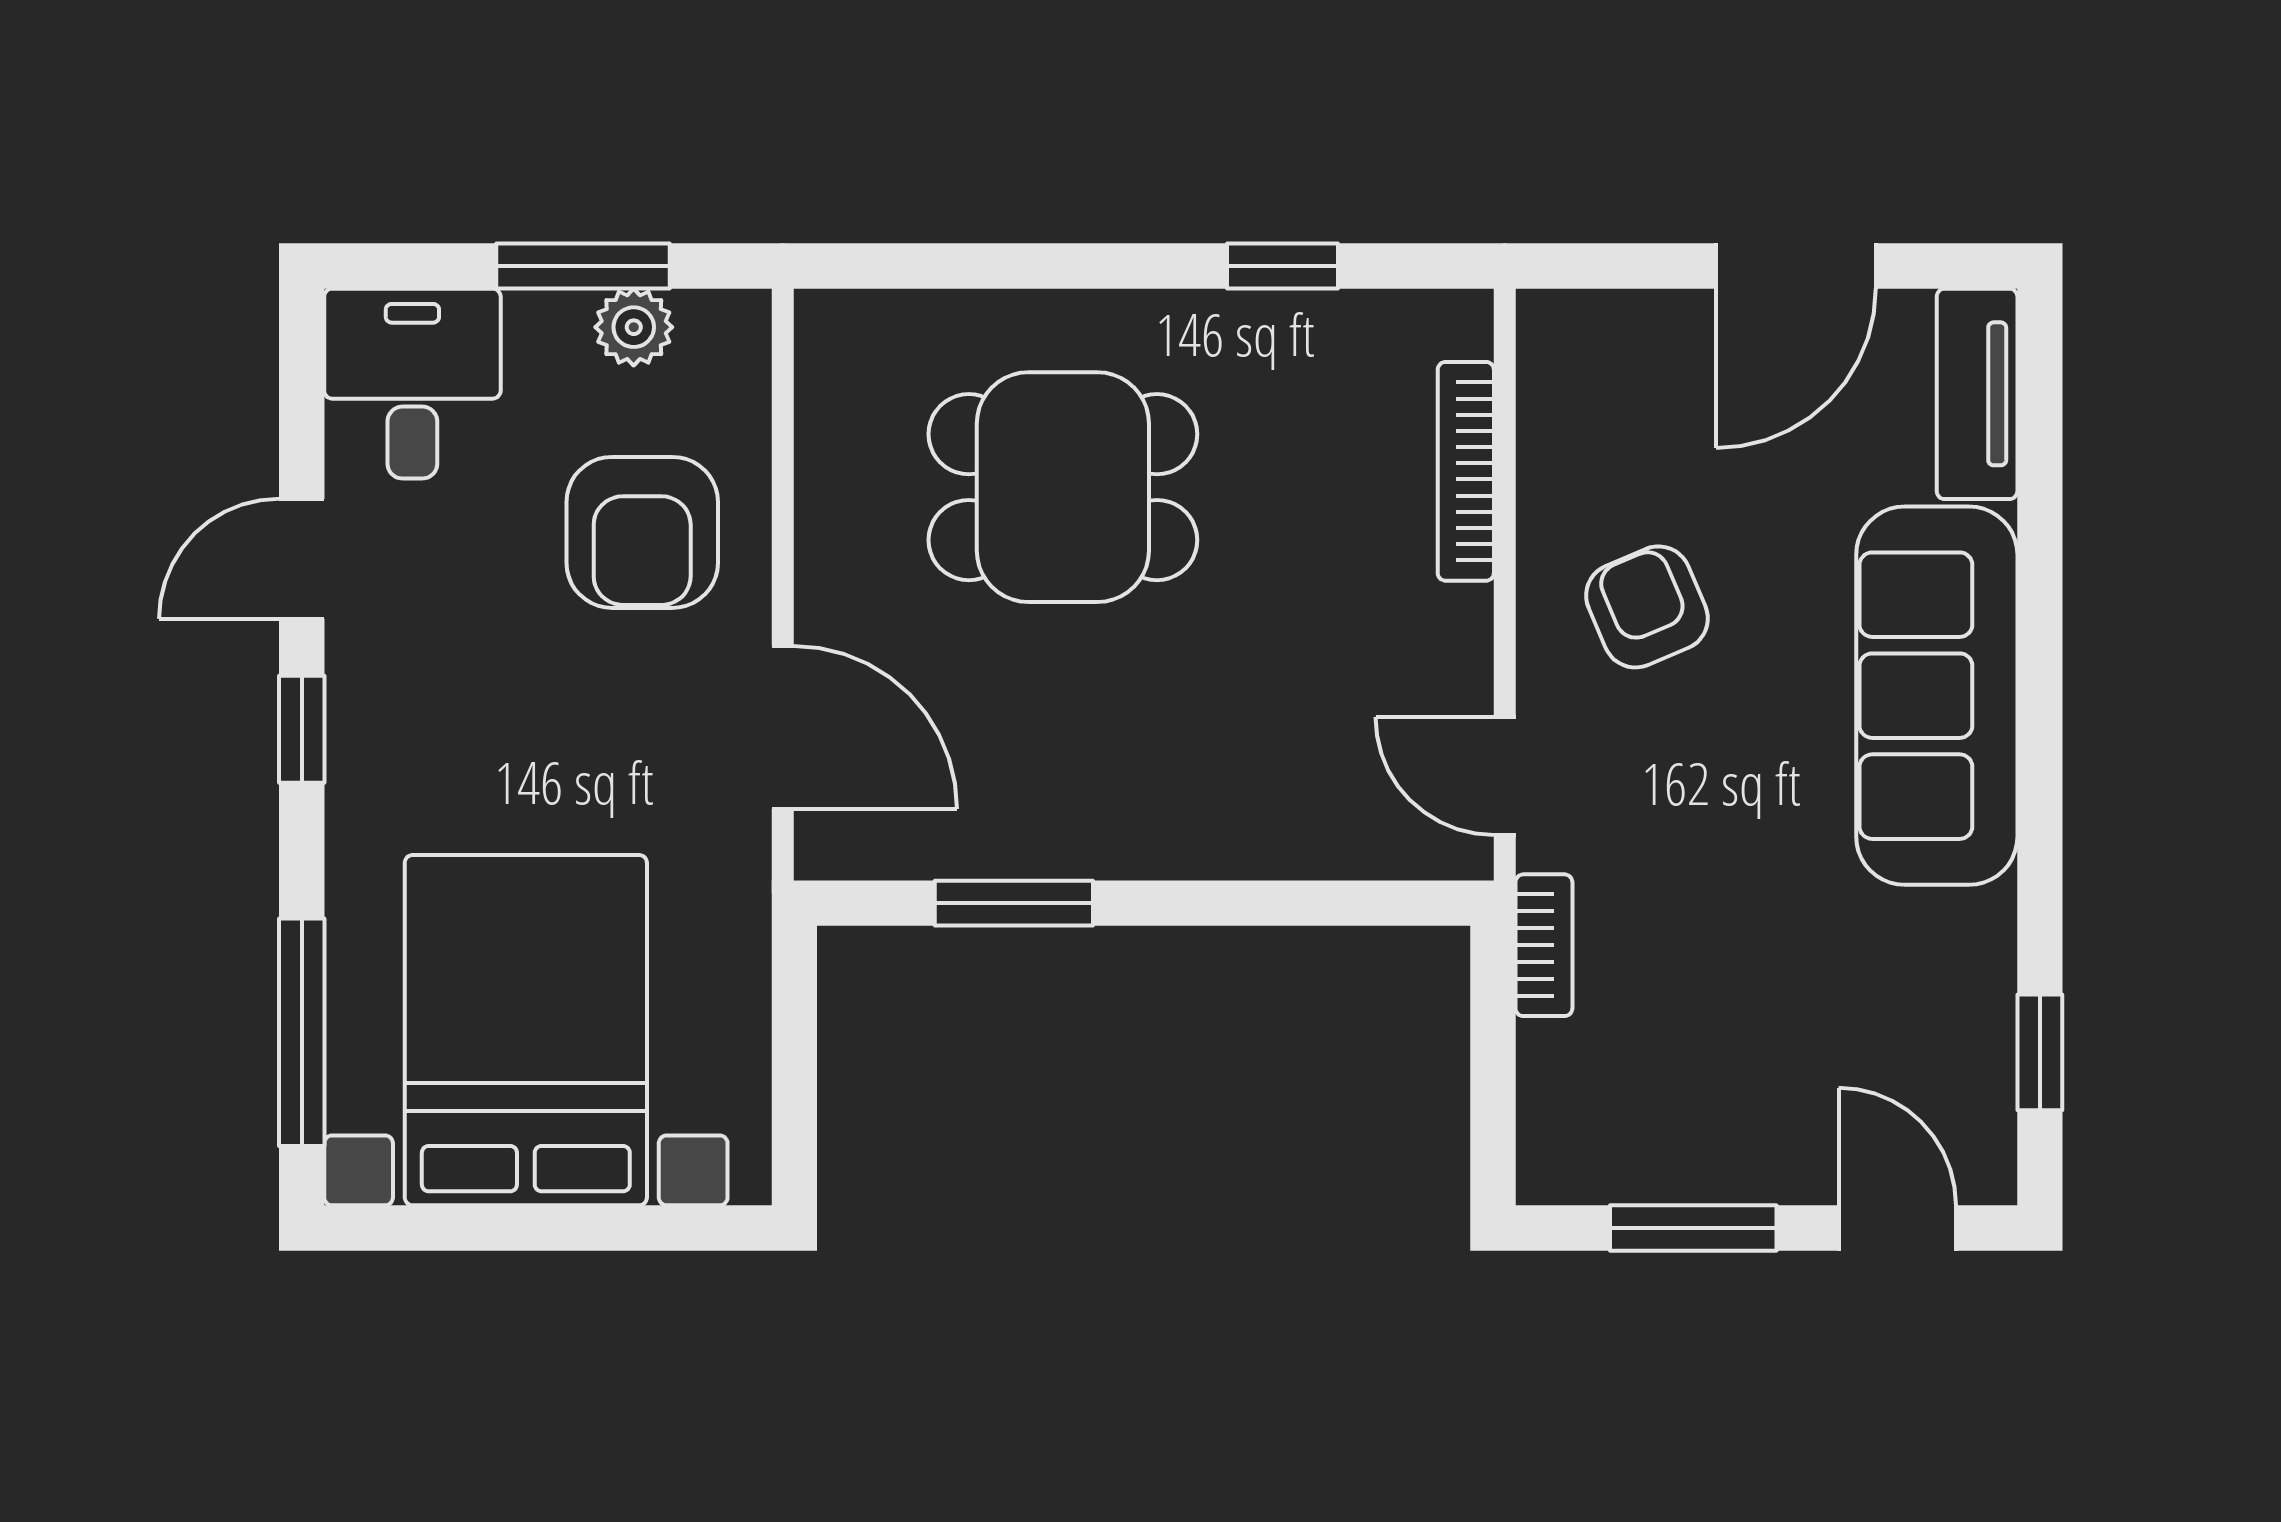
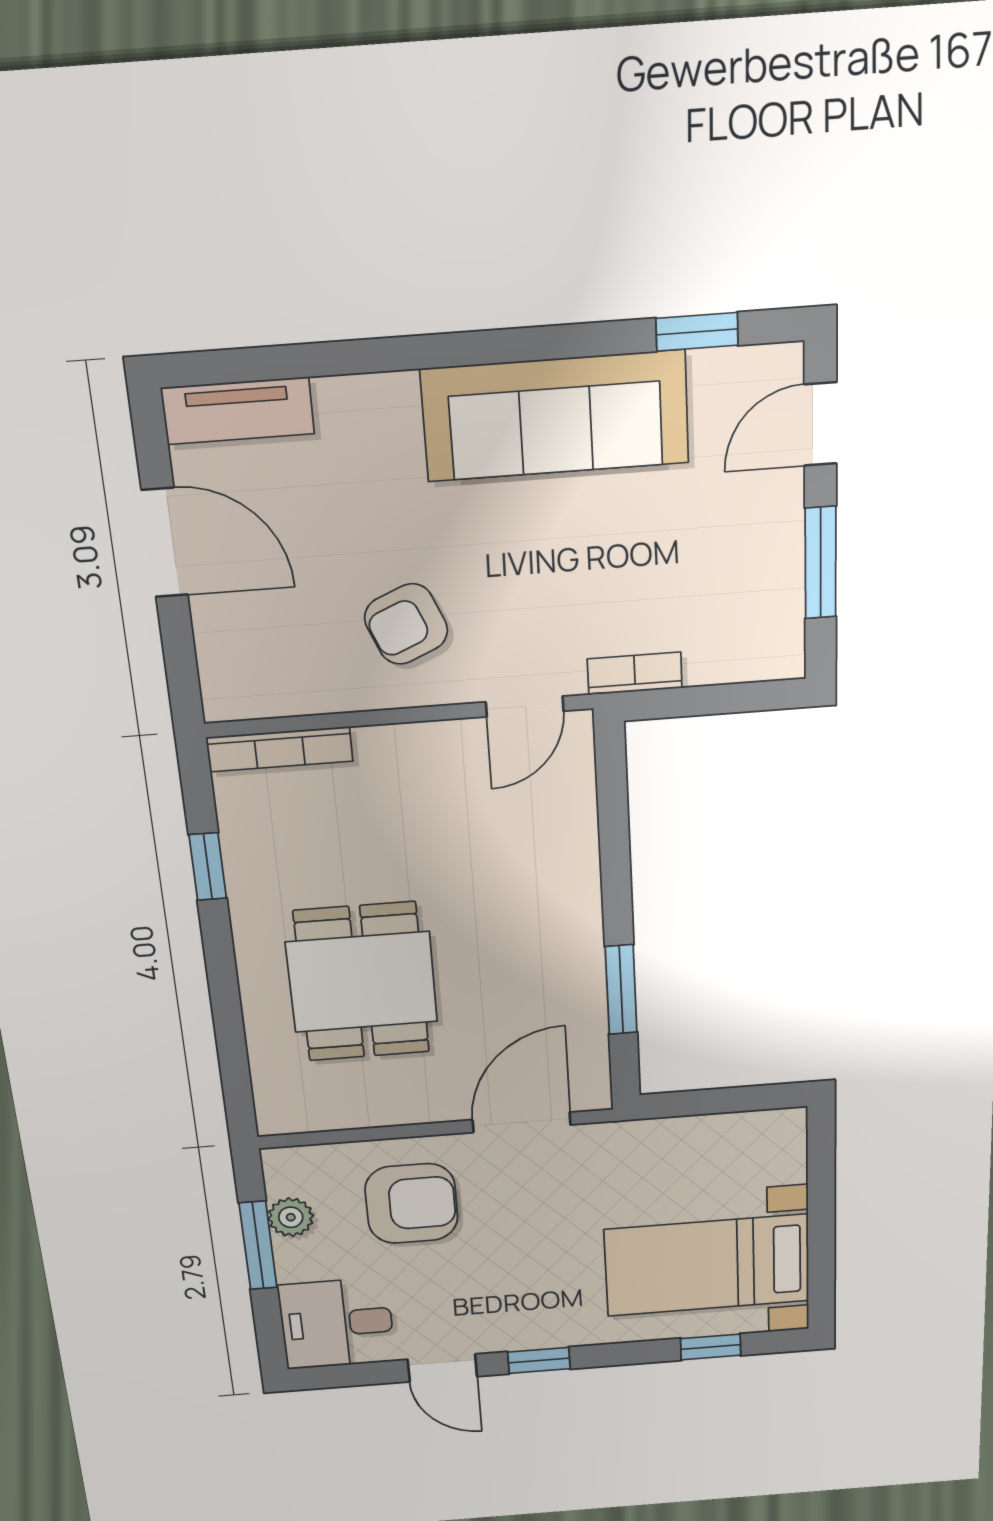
bookcase: (1466, 471) -> (279, 749), moved
sofa: (1937, 696) -> (555, 416), moved
bed with nightstands: (526, 1030) -> (707, 1265), width x0.73
window: (302, 1032) -> (711, 1347), width x0.46

